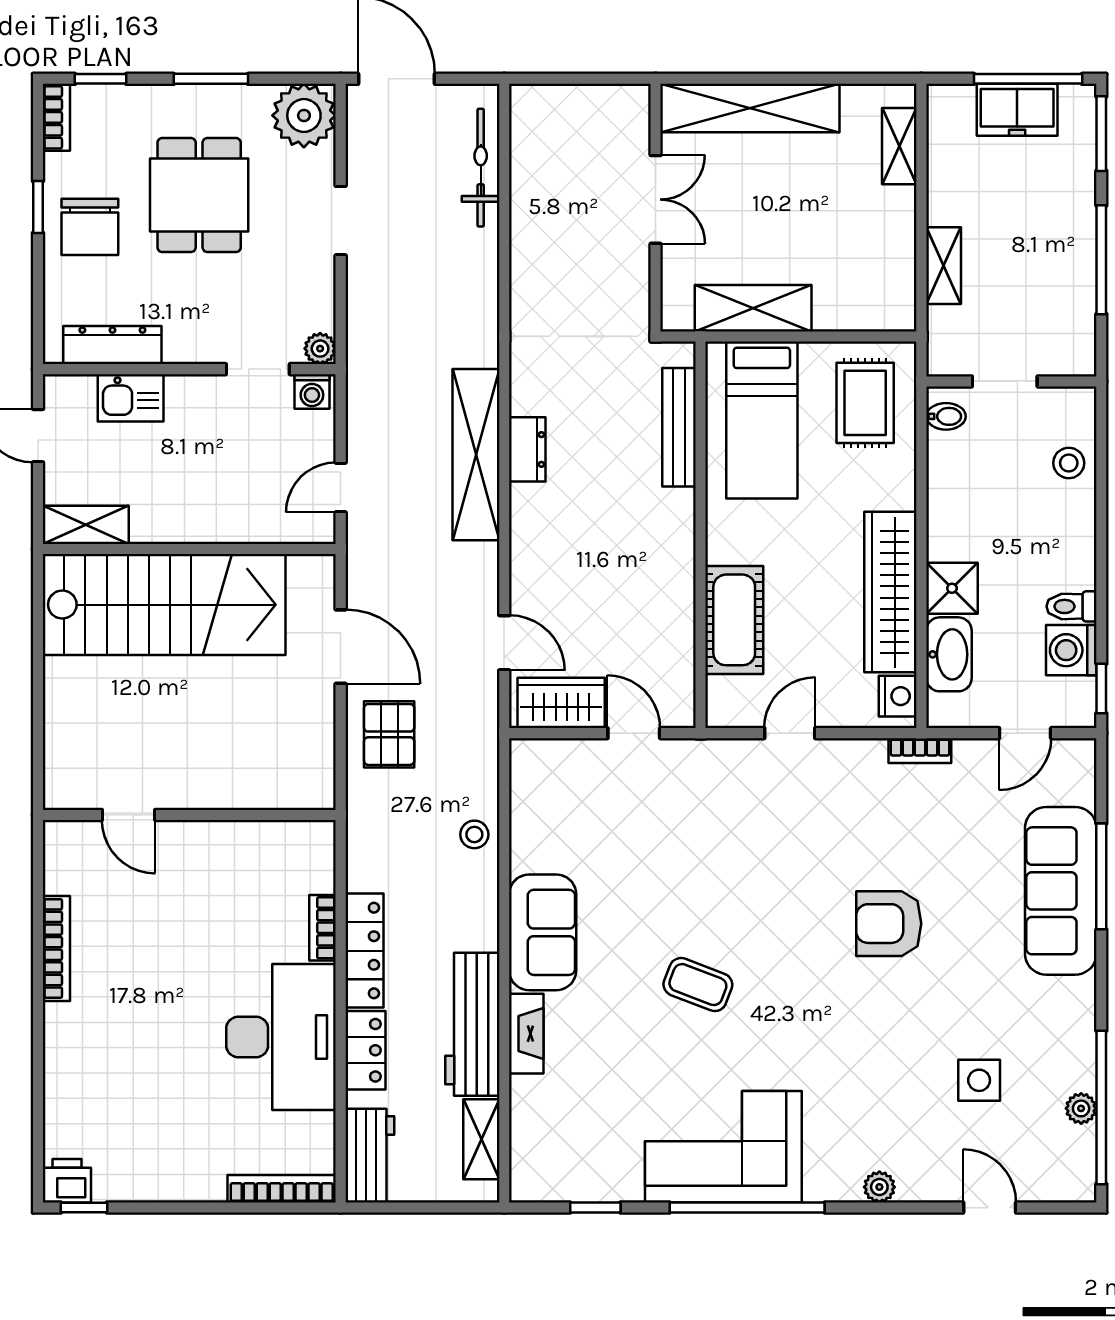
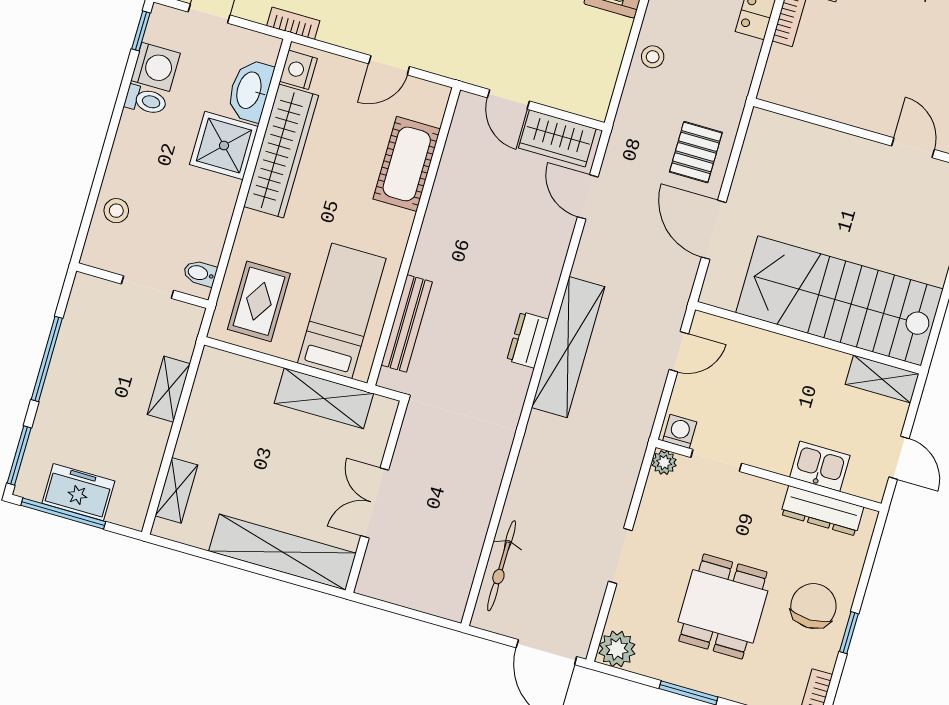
plant: (304, 115) -> (617, 649), width x0.73, depth x0.73
shower: (952, 588) -> (224, 146), width x1.36, depth x1.36

